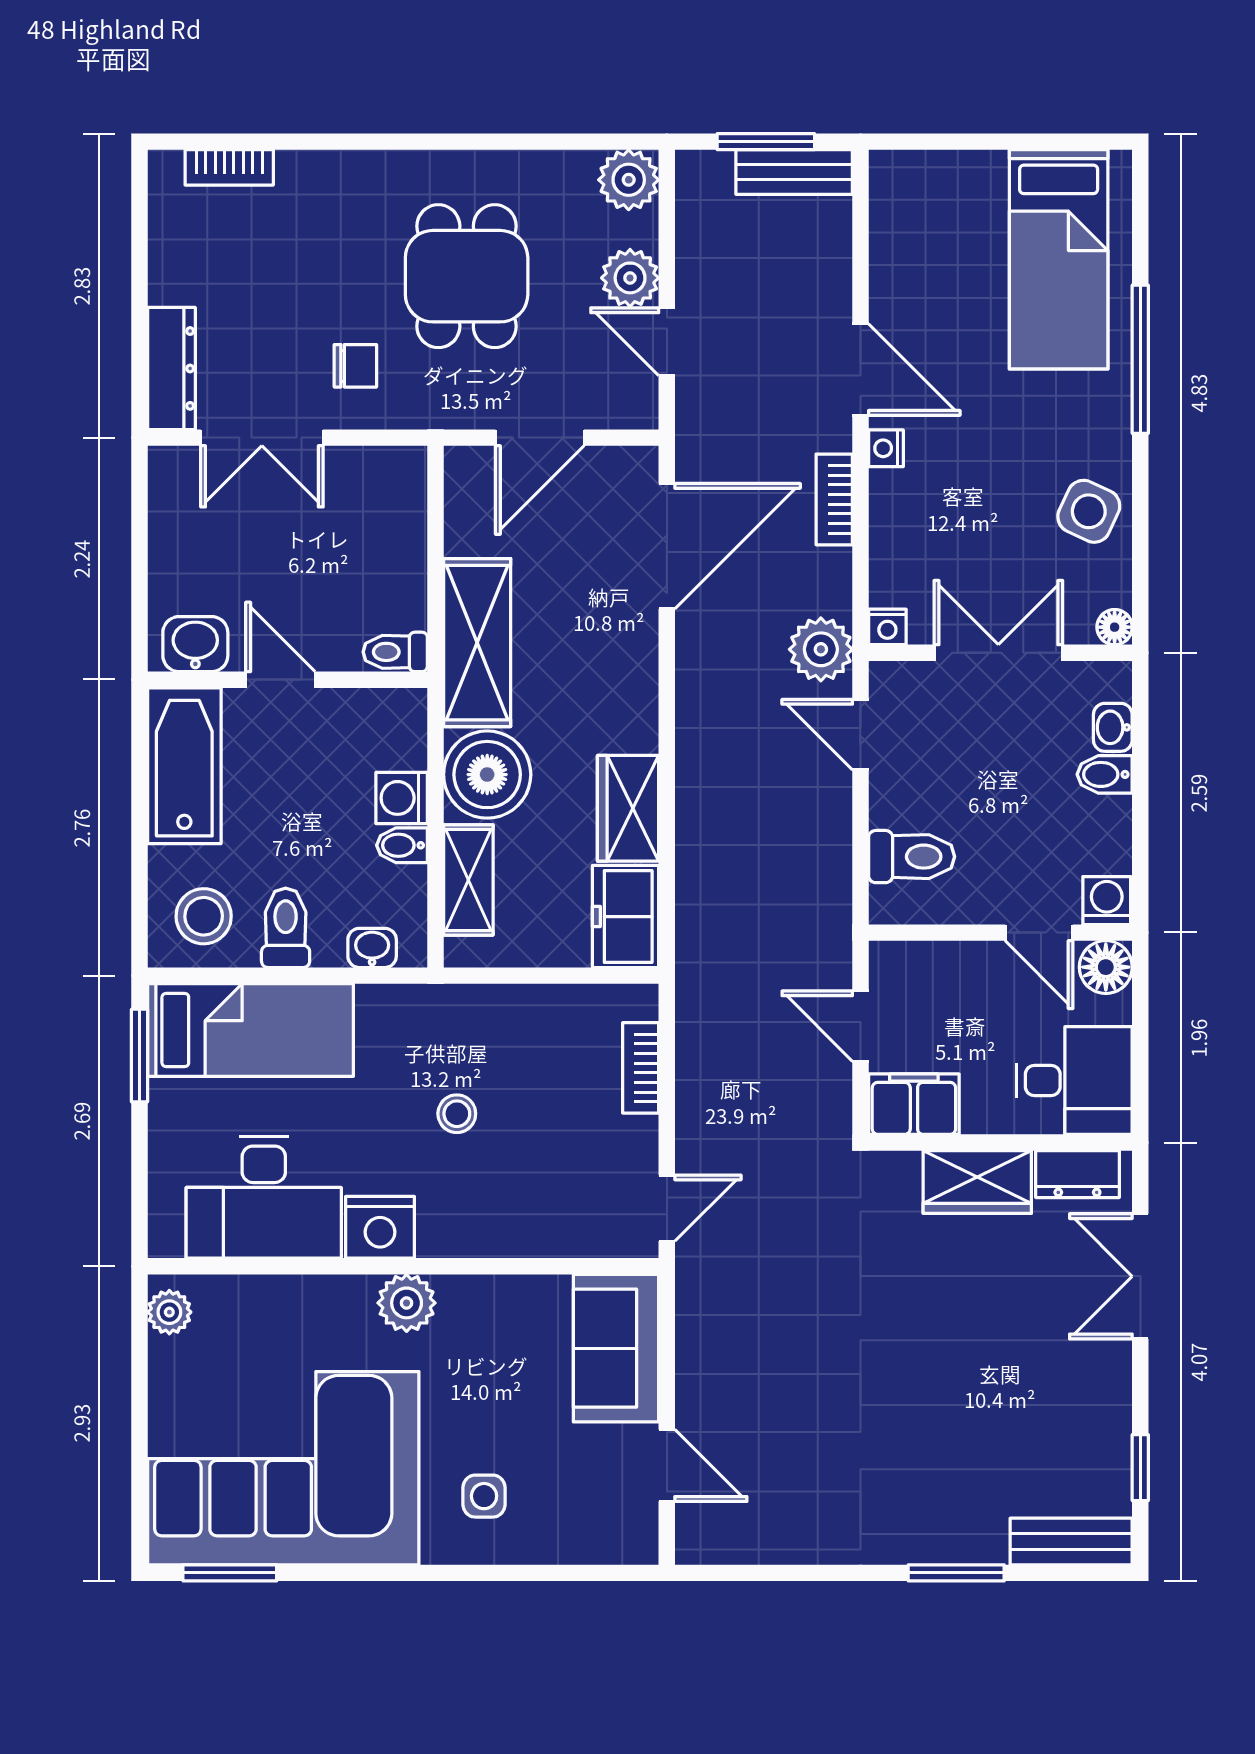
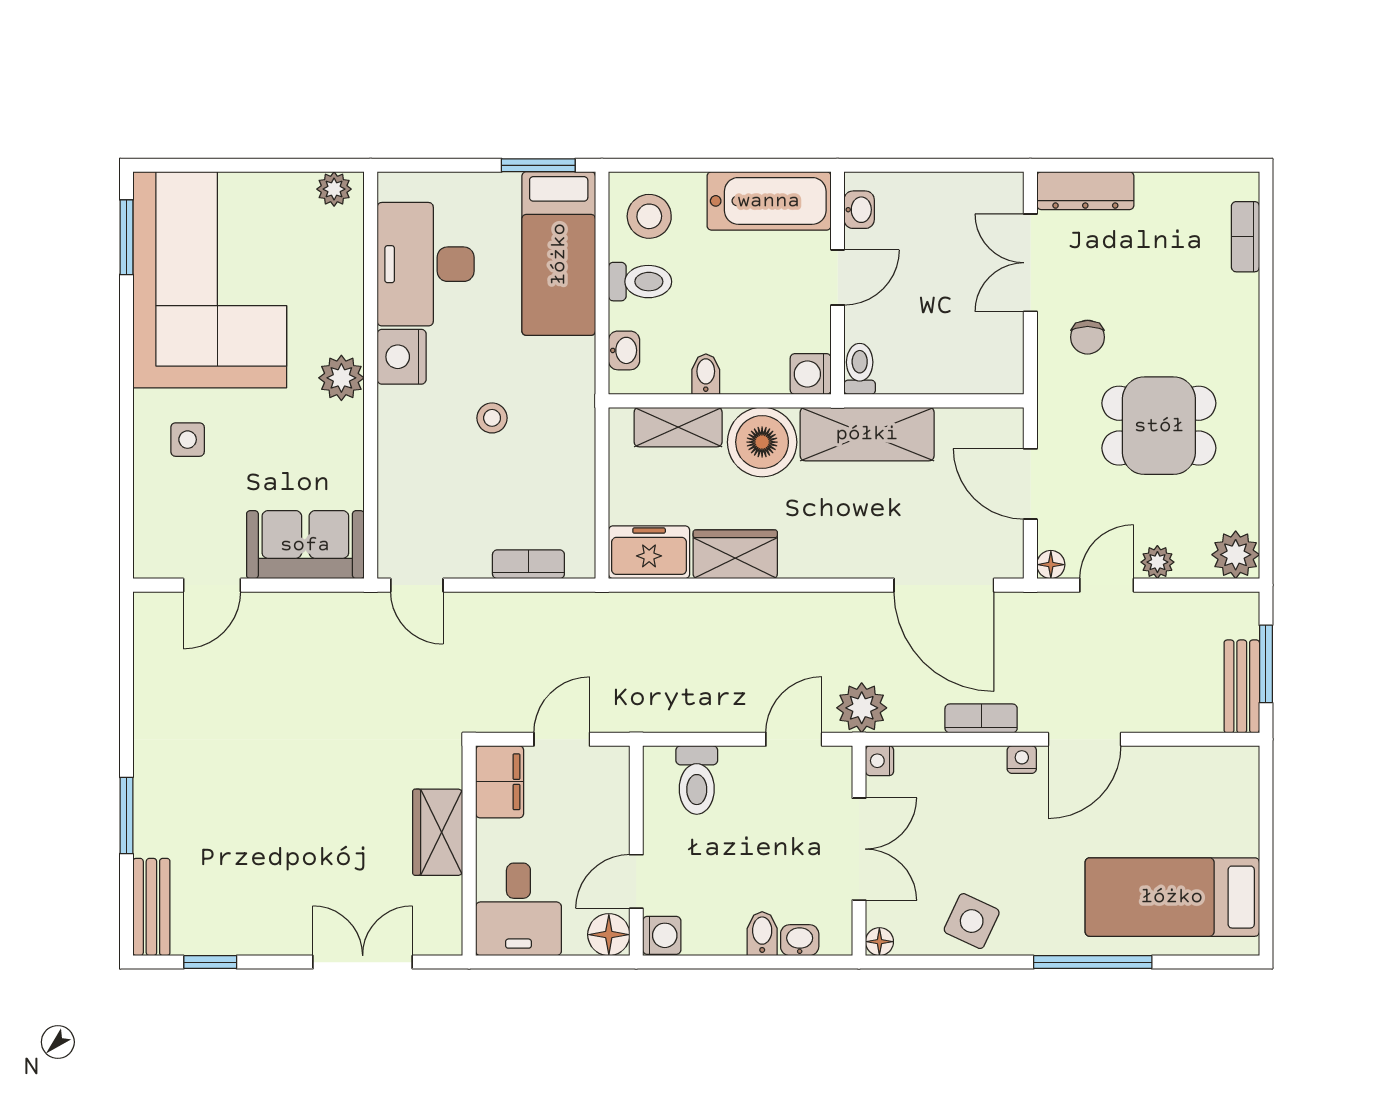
plant: (630, 278) -> (1157, 562), width x0.73, depth x0.73
floor lamp: (641, 412) -> (1051, 565), added
washbasin: (195, 644) -> (859, 210), width x0.72, depth x0.69
washing machine: (402, 798) -> (811, 374), moved, turned -90
dresser: (1077, 1174) -> (444, 912), removed

